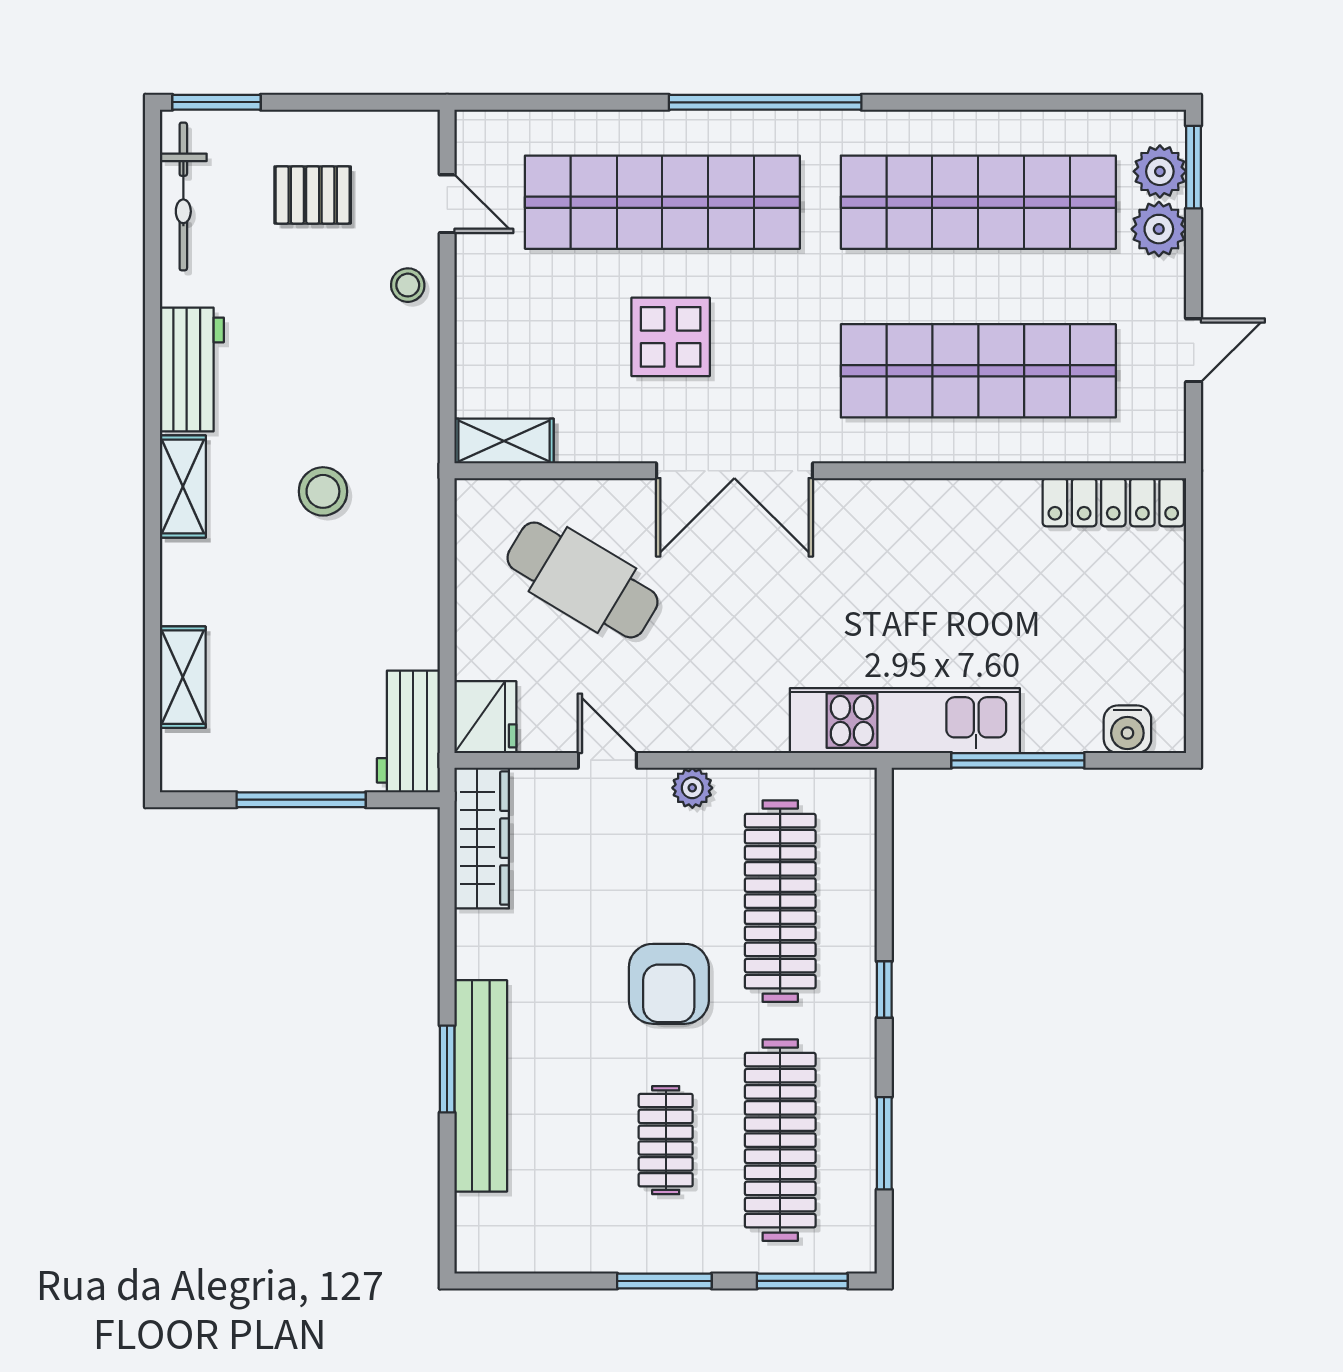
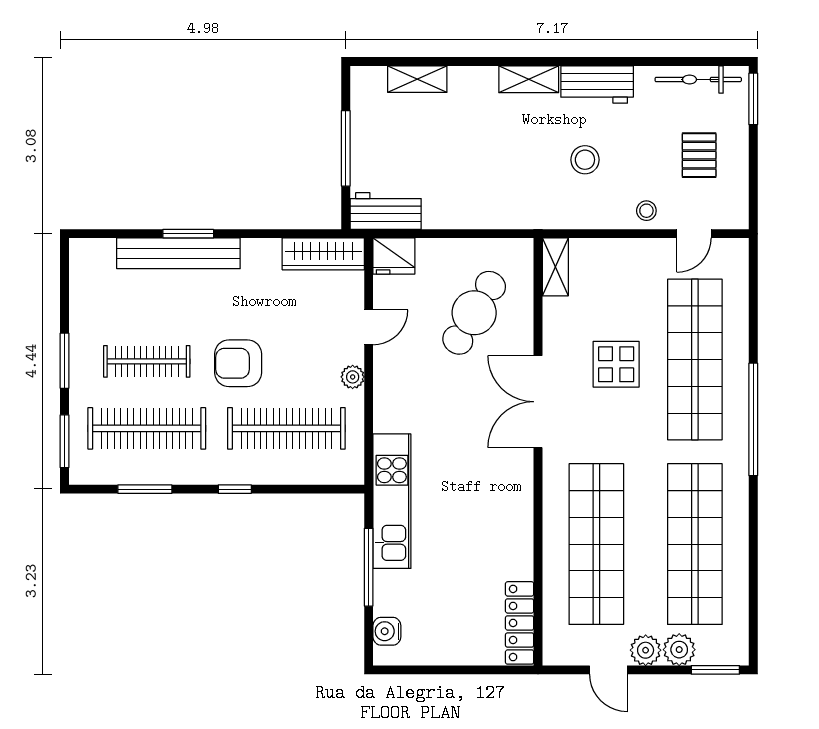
plant: (1160, 171) -> (646, 650), moved
stool: (323, 491) -> (585, 160), moved
clothes rail: (666, 1140) -> (147, 361), width x1.36

